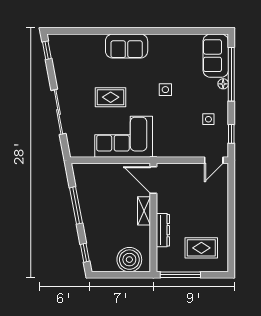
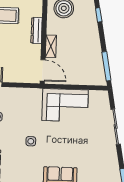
rug: (111, 97) -> (74, 137), removed
window: (76, 205) -> (106, 66), moved

